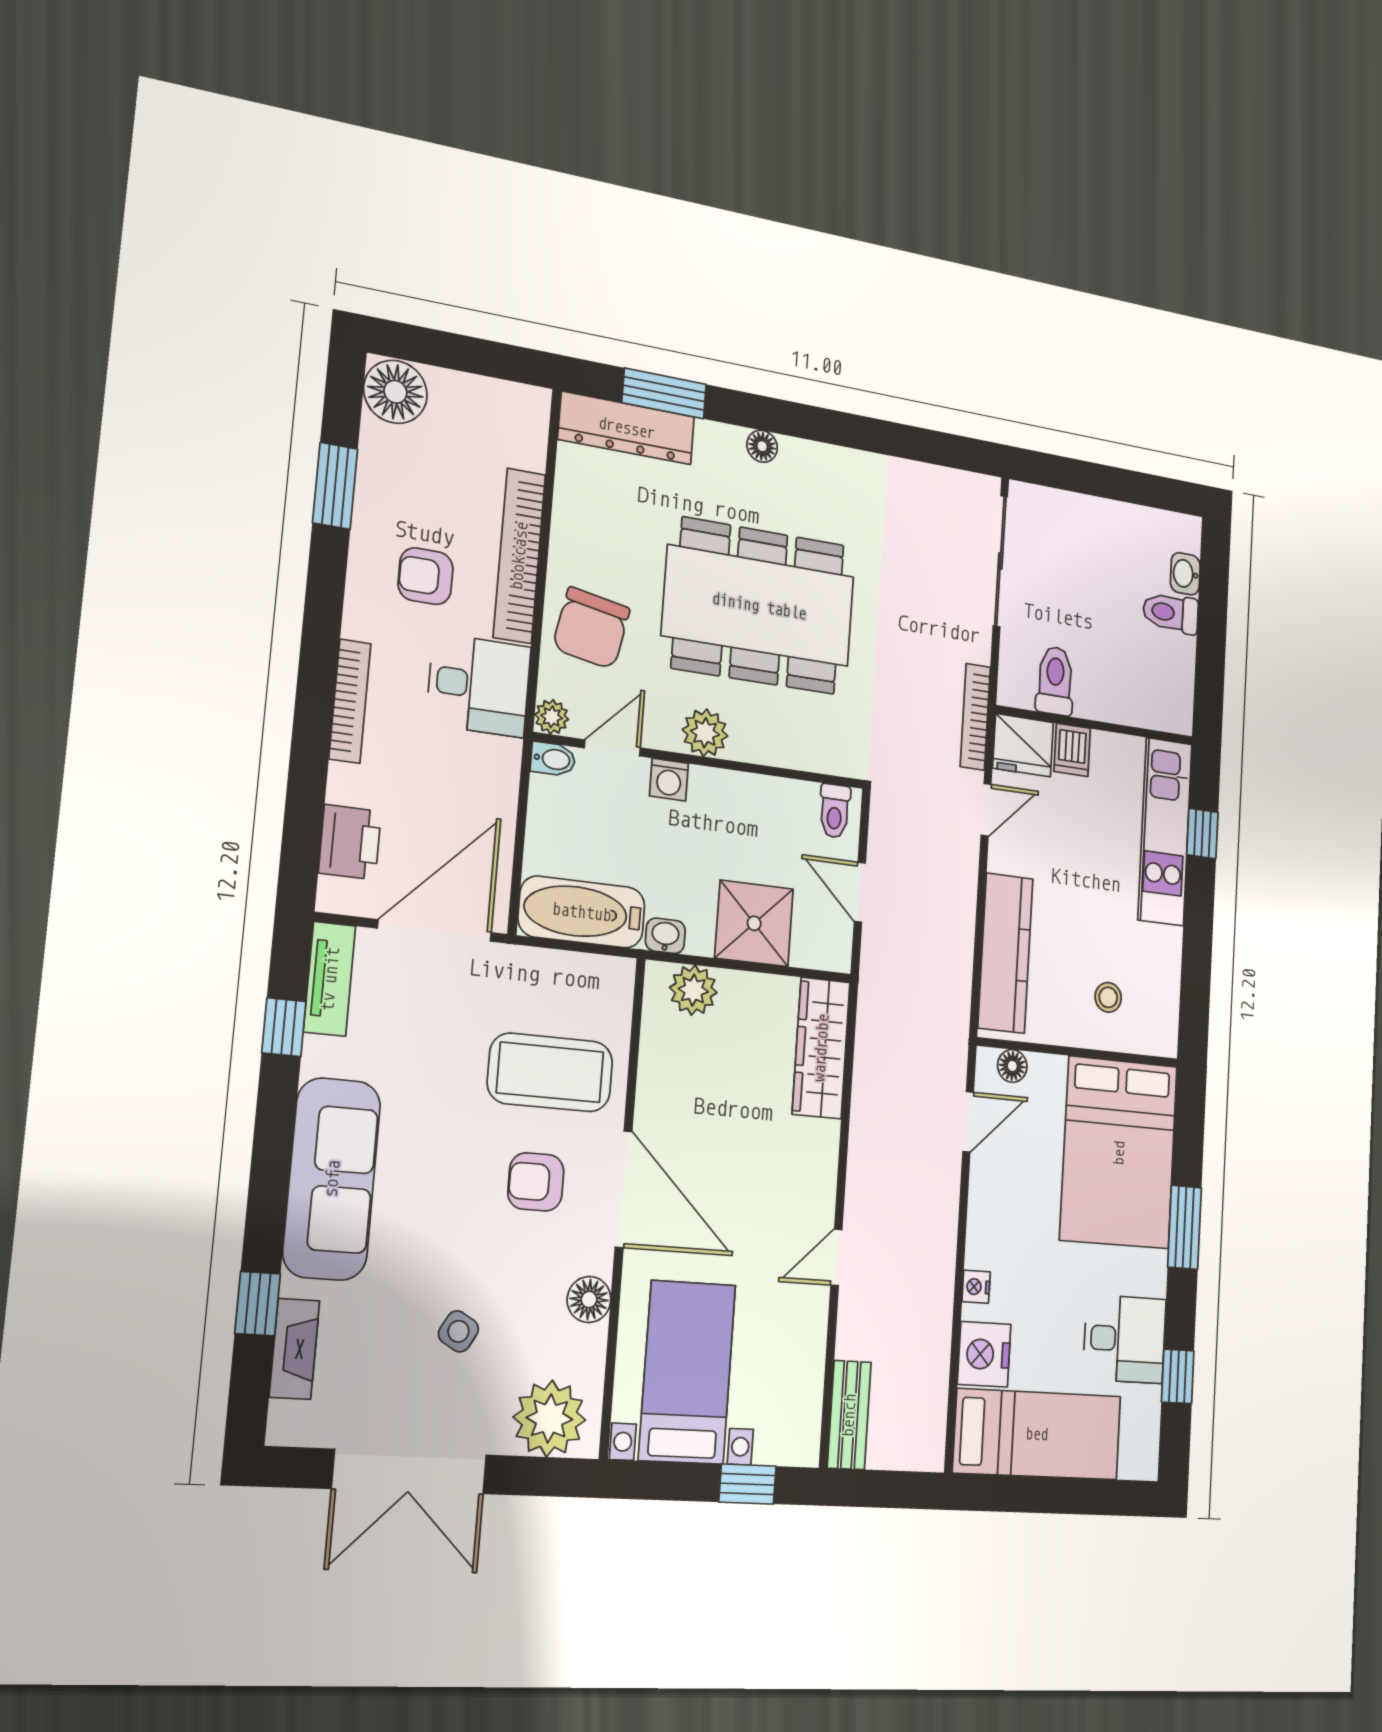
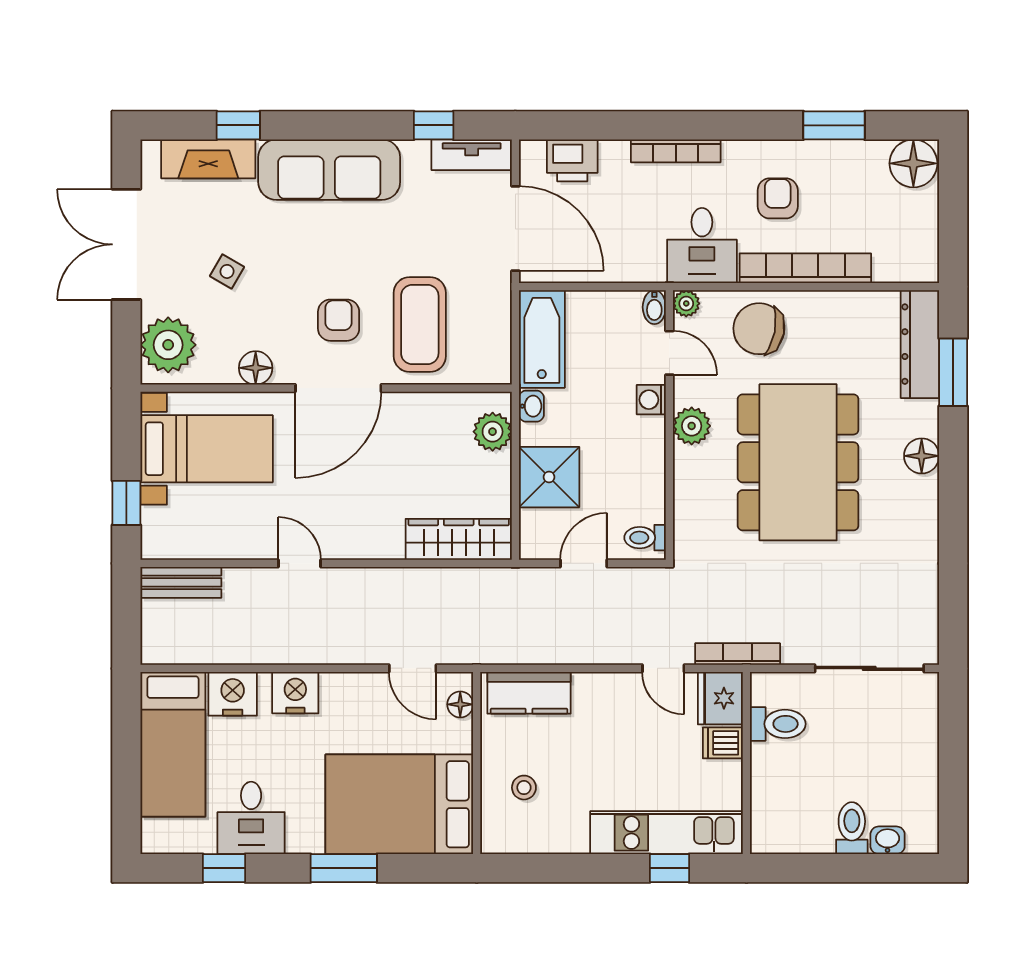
floor lamp: (762, 446) -> (922, 456), width x1.37, depth x1.37
kitchen counter: (1005, 953) -> (529, 693), width x0.67
nightstand: (976, 1287) -> (295, 693), width x1.89, depth x1.79
fireplace: (294, 1349) -> (208, 159), width x1.37, depth x1.32

